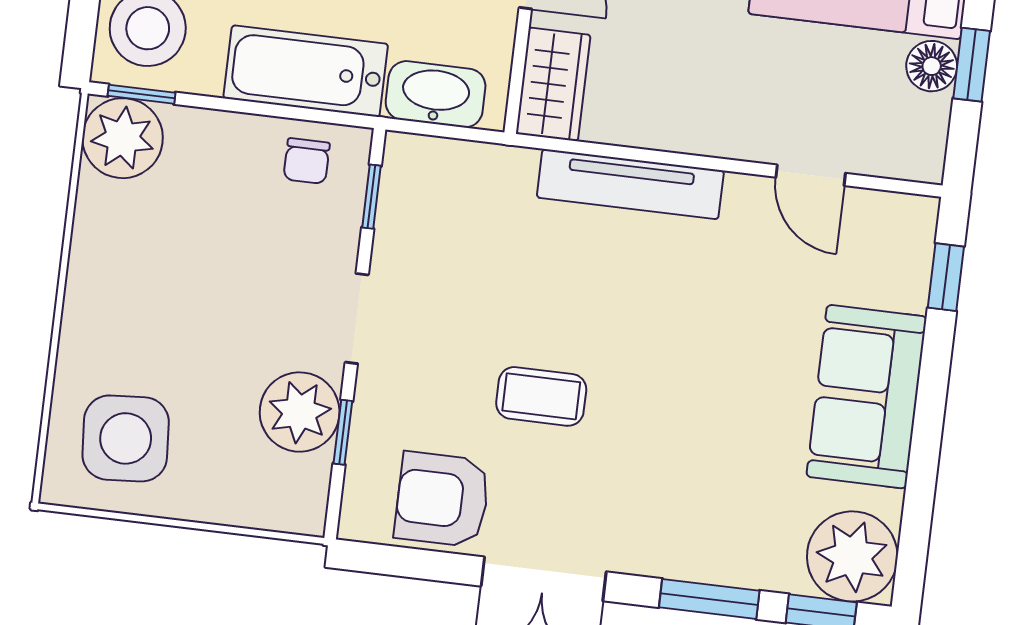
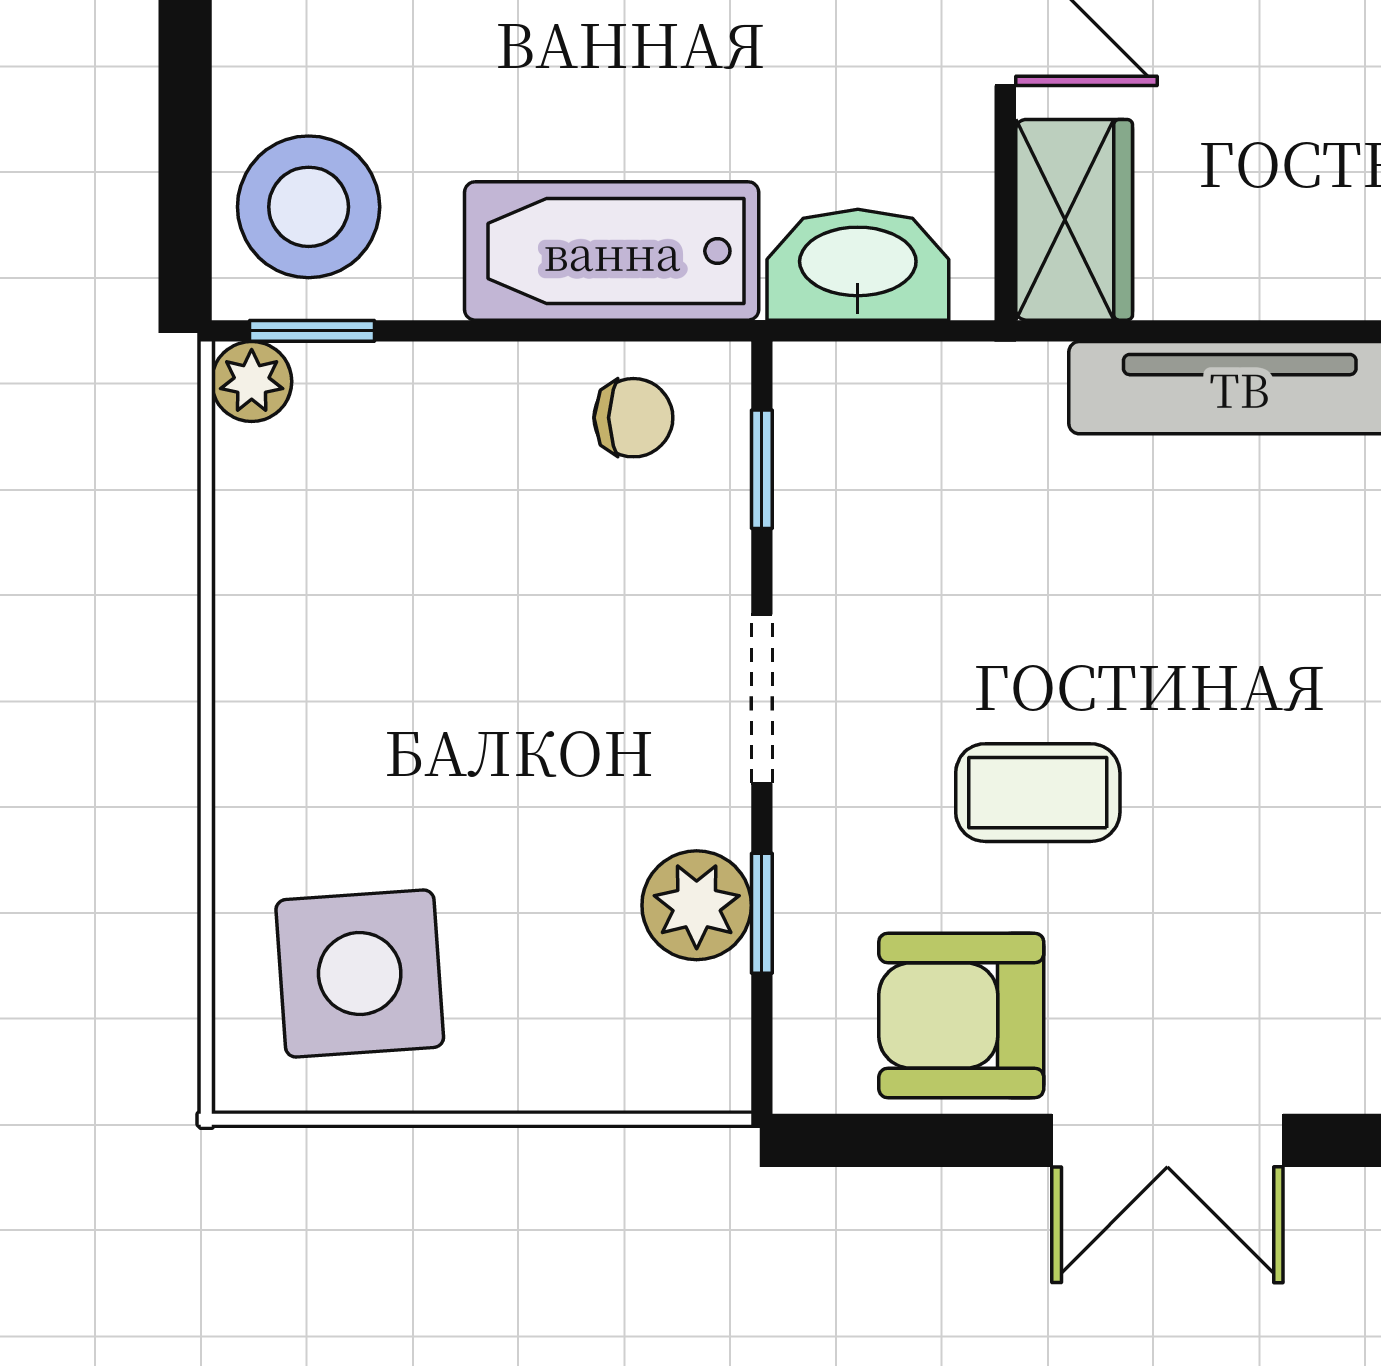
plant: (123, 138) -> (252, 381), width x0.53, depth x0.53
chair: (307, 161) -> (633, 418), turned -90
coffee table: (541, 396) -> (1038, 793), moved
plant: (300, 412) -> (697, 905), width x0.73, depth x0.73

